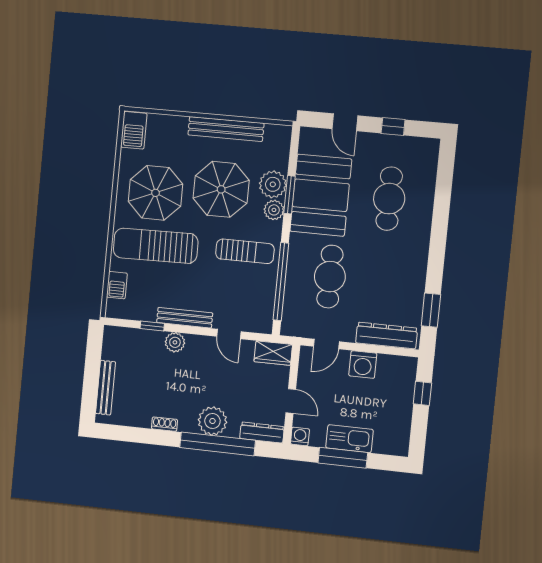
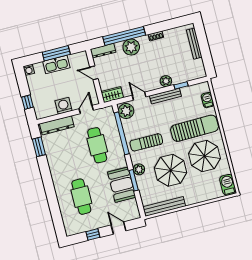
bench: (226, 129) -> (164, 206), moved
plant: (273, 184) -> (126, 111), moved
booth: (321, 195) -> (122, 185), width x0.73, depth x0.70
washing machine: (300, 436) -> (29, 70), moved

